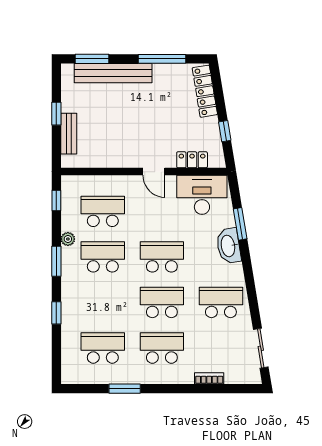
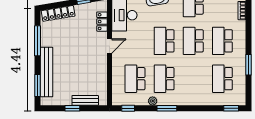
window: (56, 313) -> (231, 108), moved

